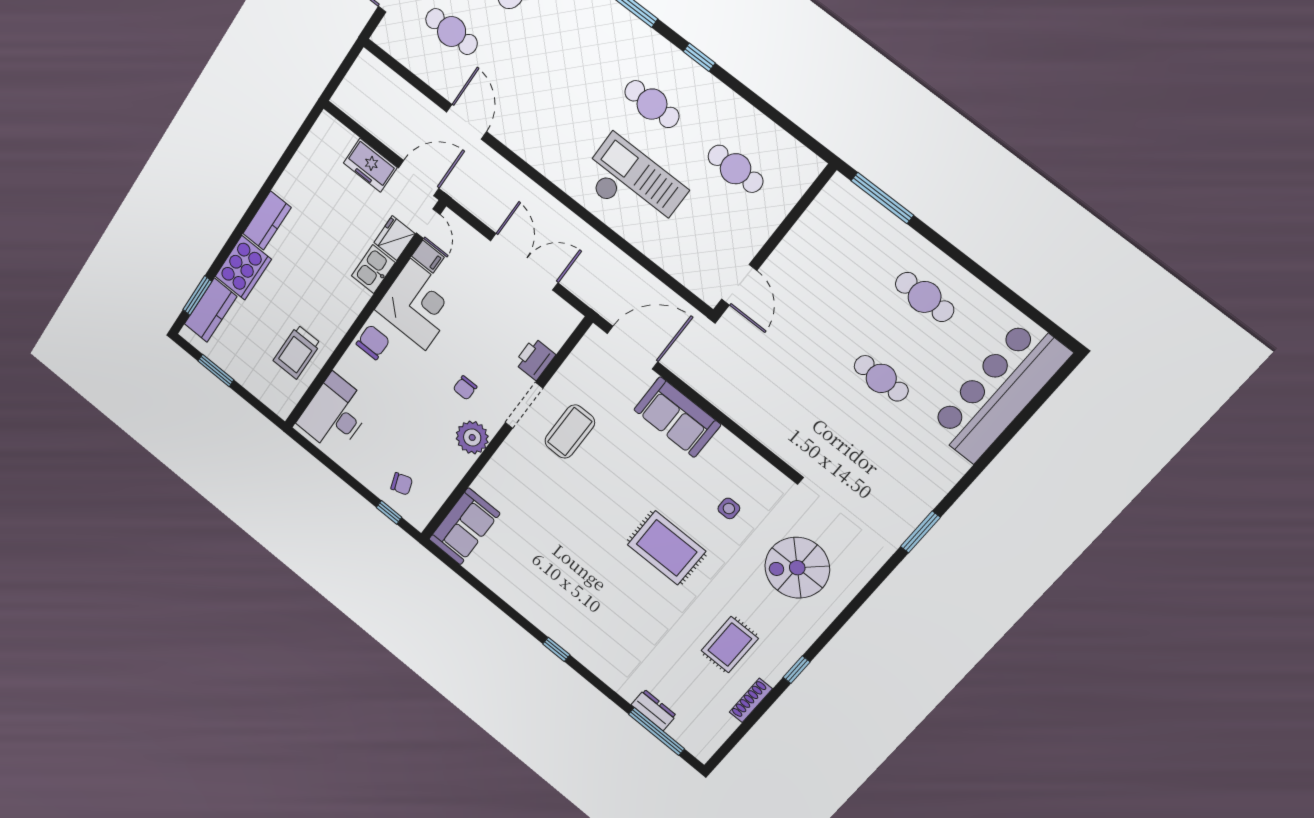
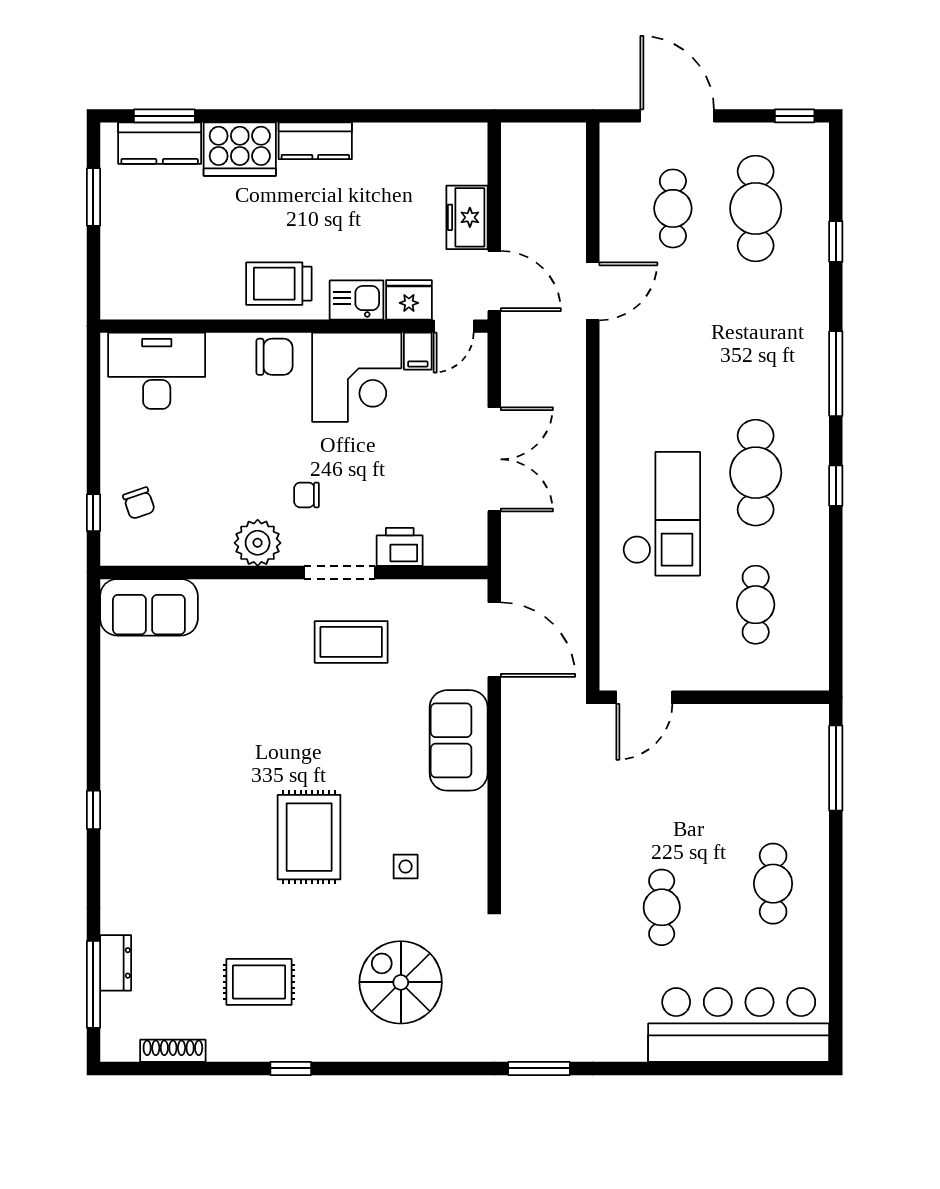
cafe table: (652, 104) -> (756, 473), width x1.37, depth x1.35
trolley: (297, 352) -> (279, 284), moved
shoe rack: (751, 700) -> (173, 1051), moved

